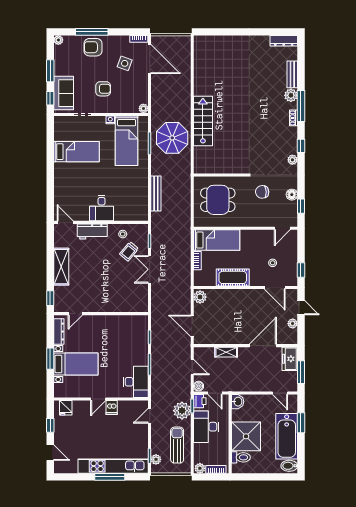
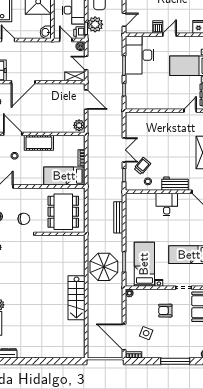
armchair: (93, 47) -> (174, 348), removed
stairs: (203, 121) -> (76, 298), moved
dining table: (218, 200) -> (63, 212), width x1.38
cot: (233, 277) -> (39, 143), moved
shelving: (226, 352) -> (75, 76), moved
desk: (136, 382) -> (140, 55), width x1.36, depth x1.30

